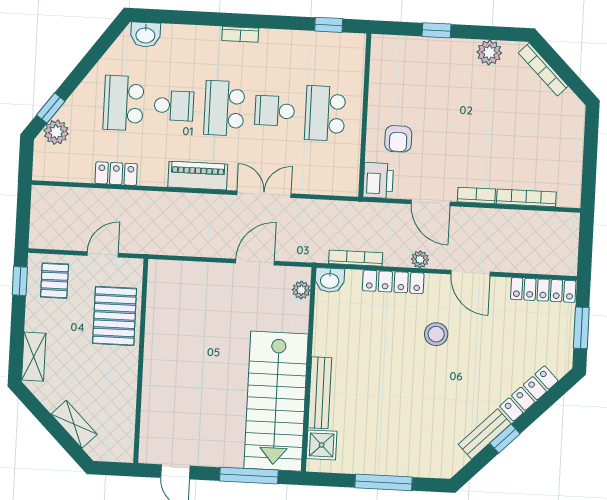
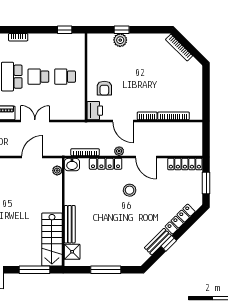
plant: (489, 52) -> (120, 40), moved
school desk: (325, 113) -> (65, 77), width x0.54
stairs: (276, 401) -> (52, 240), width x0.73, depth x0.66

